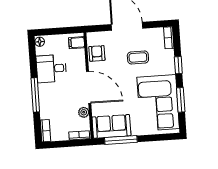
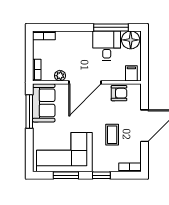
floor lamp: (40, 42) -> (131, 40), width x1.89, depth x1.89
window: (35, 95) -> (111, 27), moved

